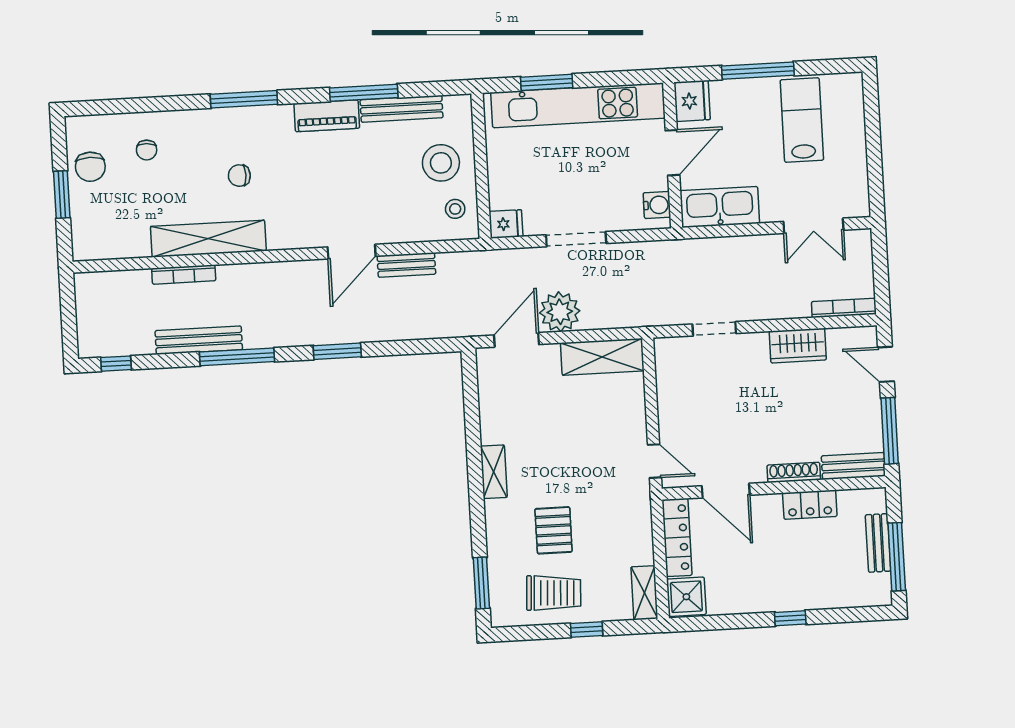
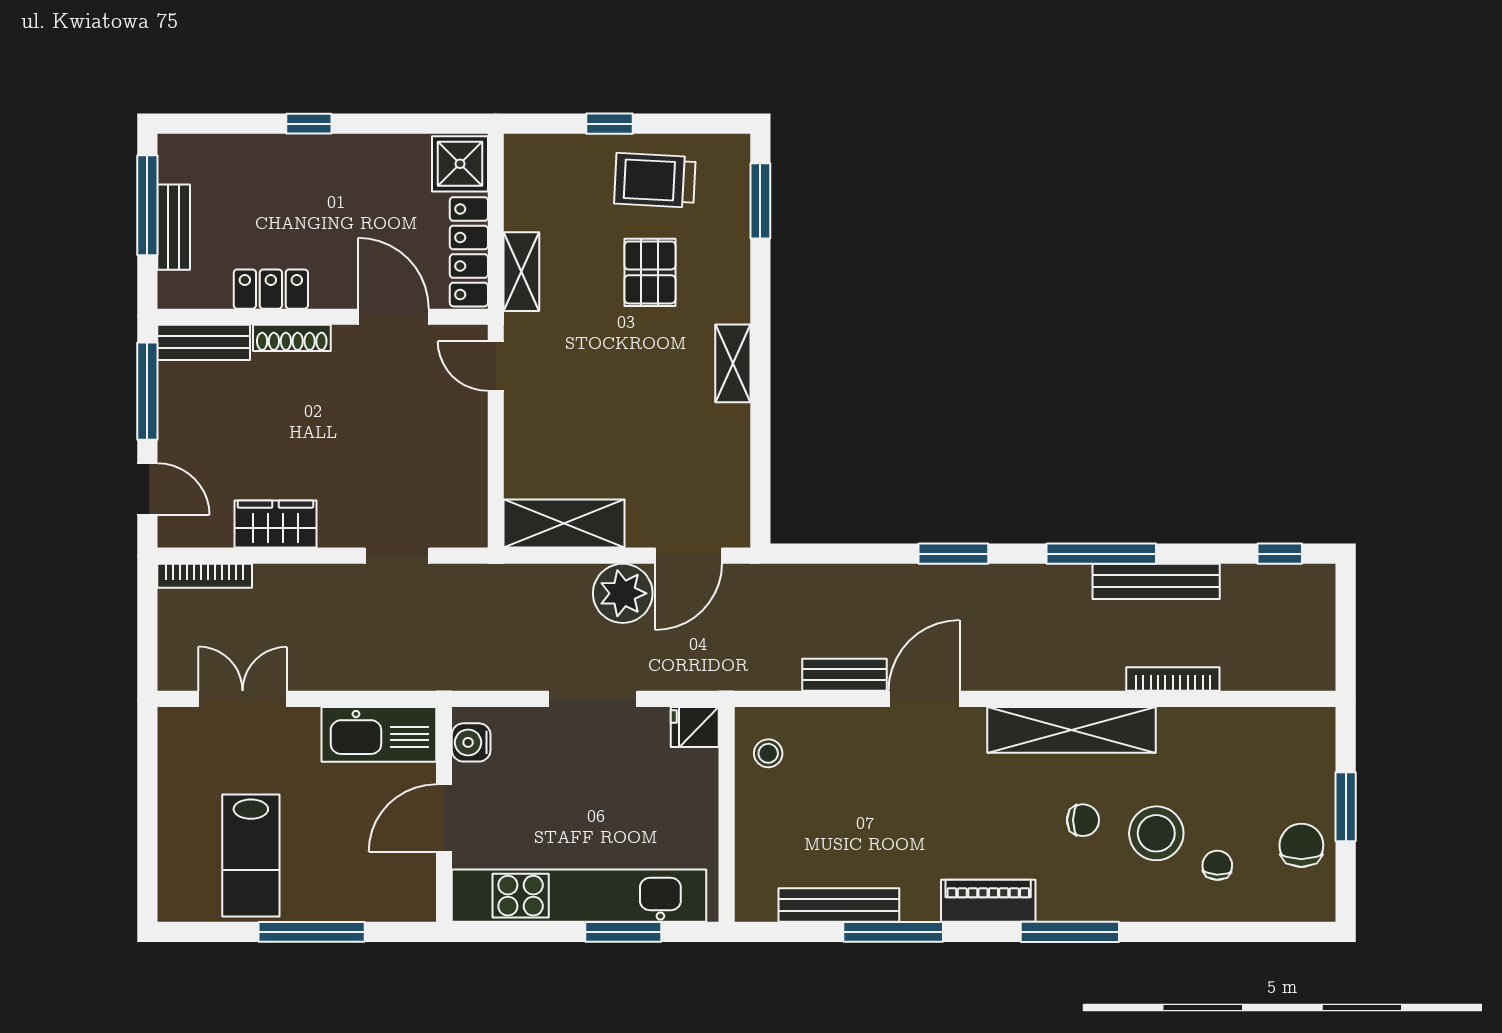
fridge: (692, 101) -> (411, 893), removed
piano: (327, 116) -> (988, 901), moved
stool: (441, 163) -> (1156, 833), moved
shelving: (208, 239) -> (1072, 730), moved
shelving: (644, 593) -> (521, 272), moved

